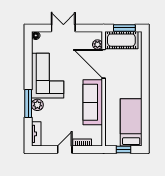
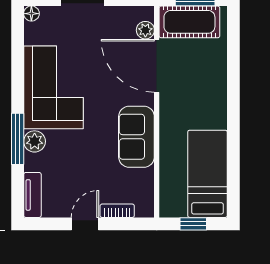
sofa: (93, 102) -> (136, 137), width x0.73

